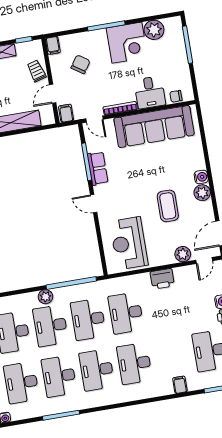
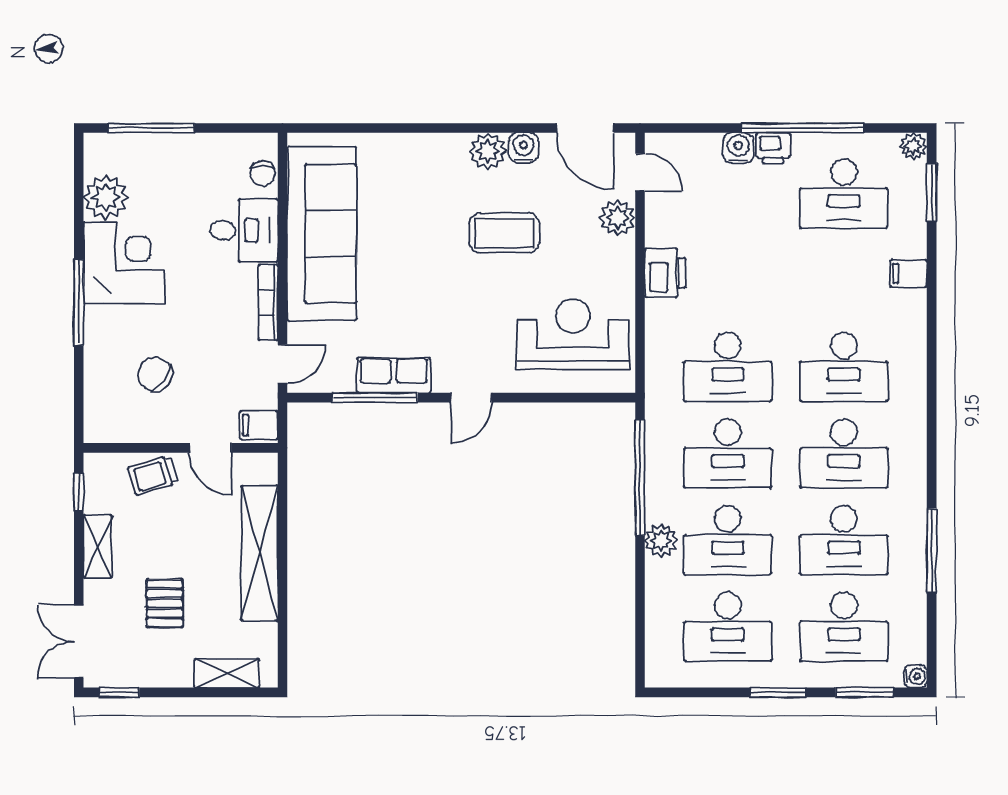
filing cabinet: (53, 45) -> (102, 429), removed
water cooler: (201, 177) -> (523, 148), moved
reception desk: (129, 243) -> (573, 334), turned 180

